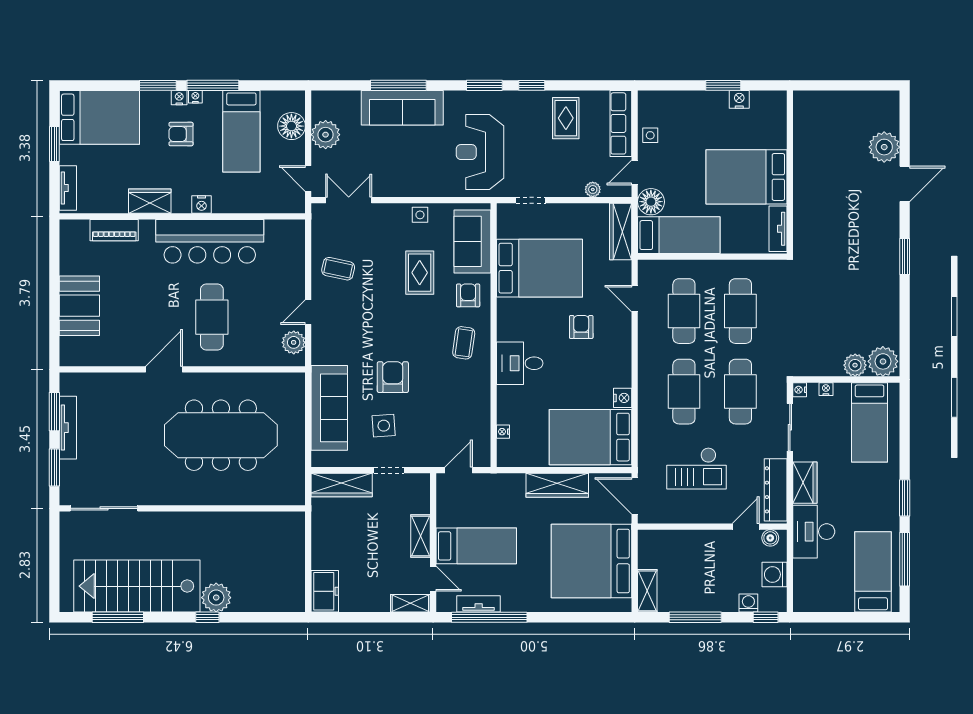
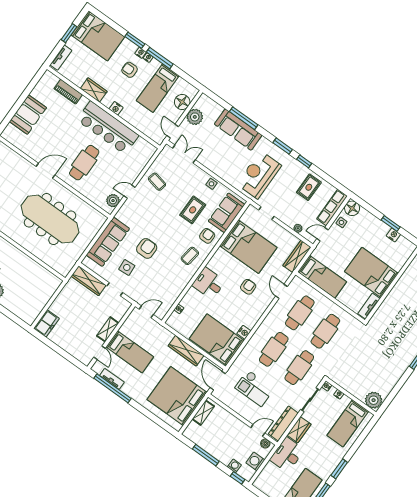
floor lamp: (651, 202) -> (352, 208), moved
plant: (855, 365) -> (360, 393), removed
shelving: (647, 591) -> (203, 413), moved
shelving: (410, 603) -> (81, 356), removed

